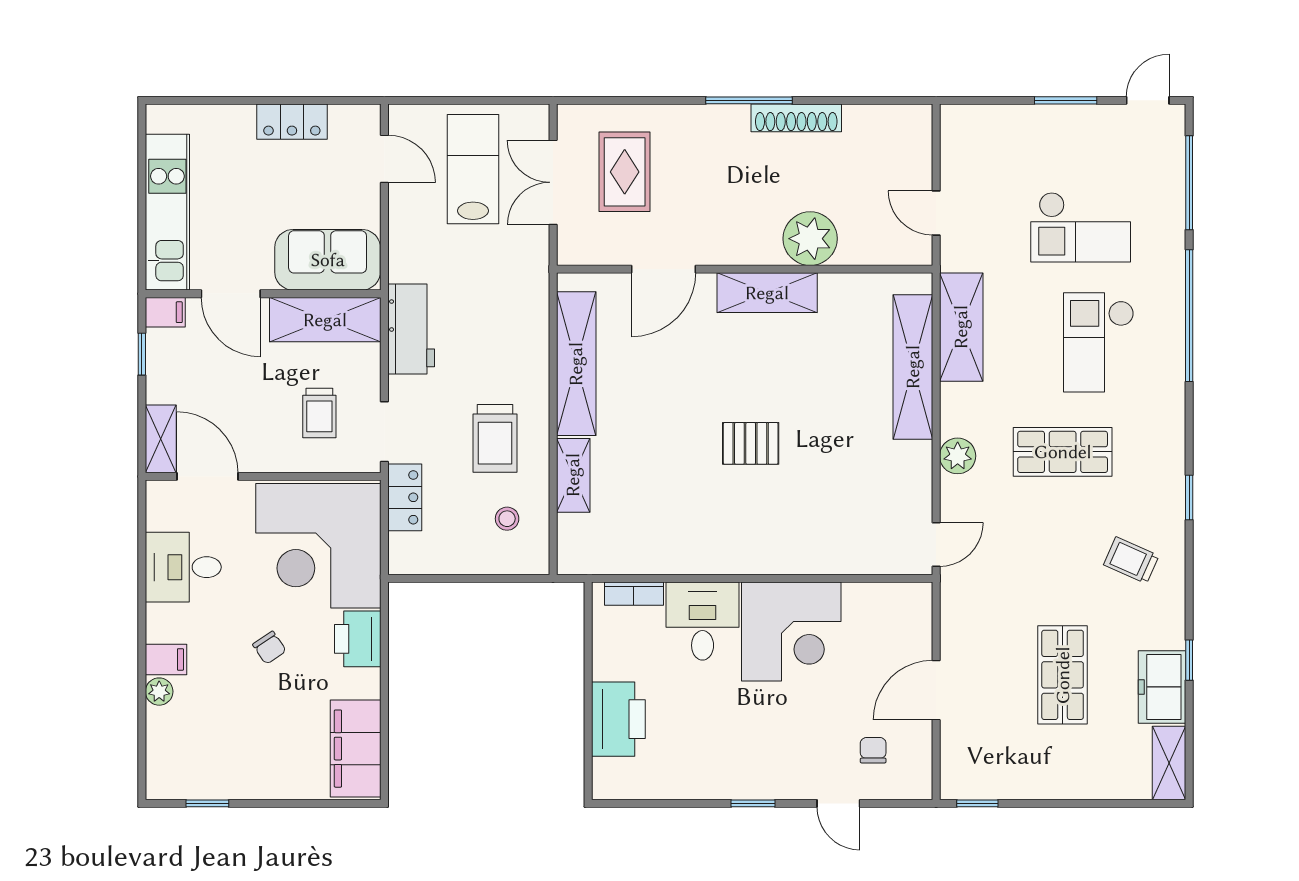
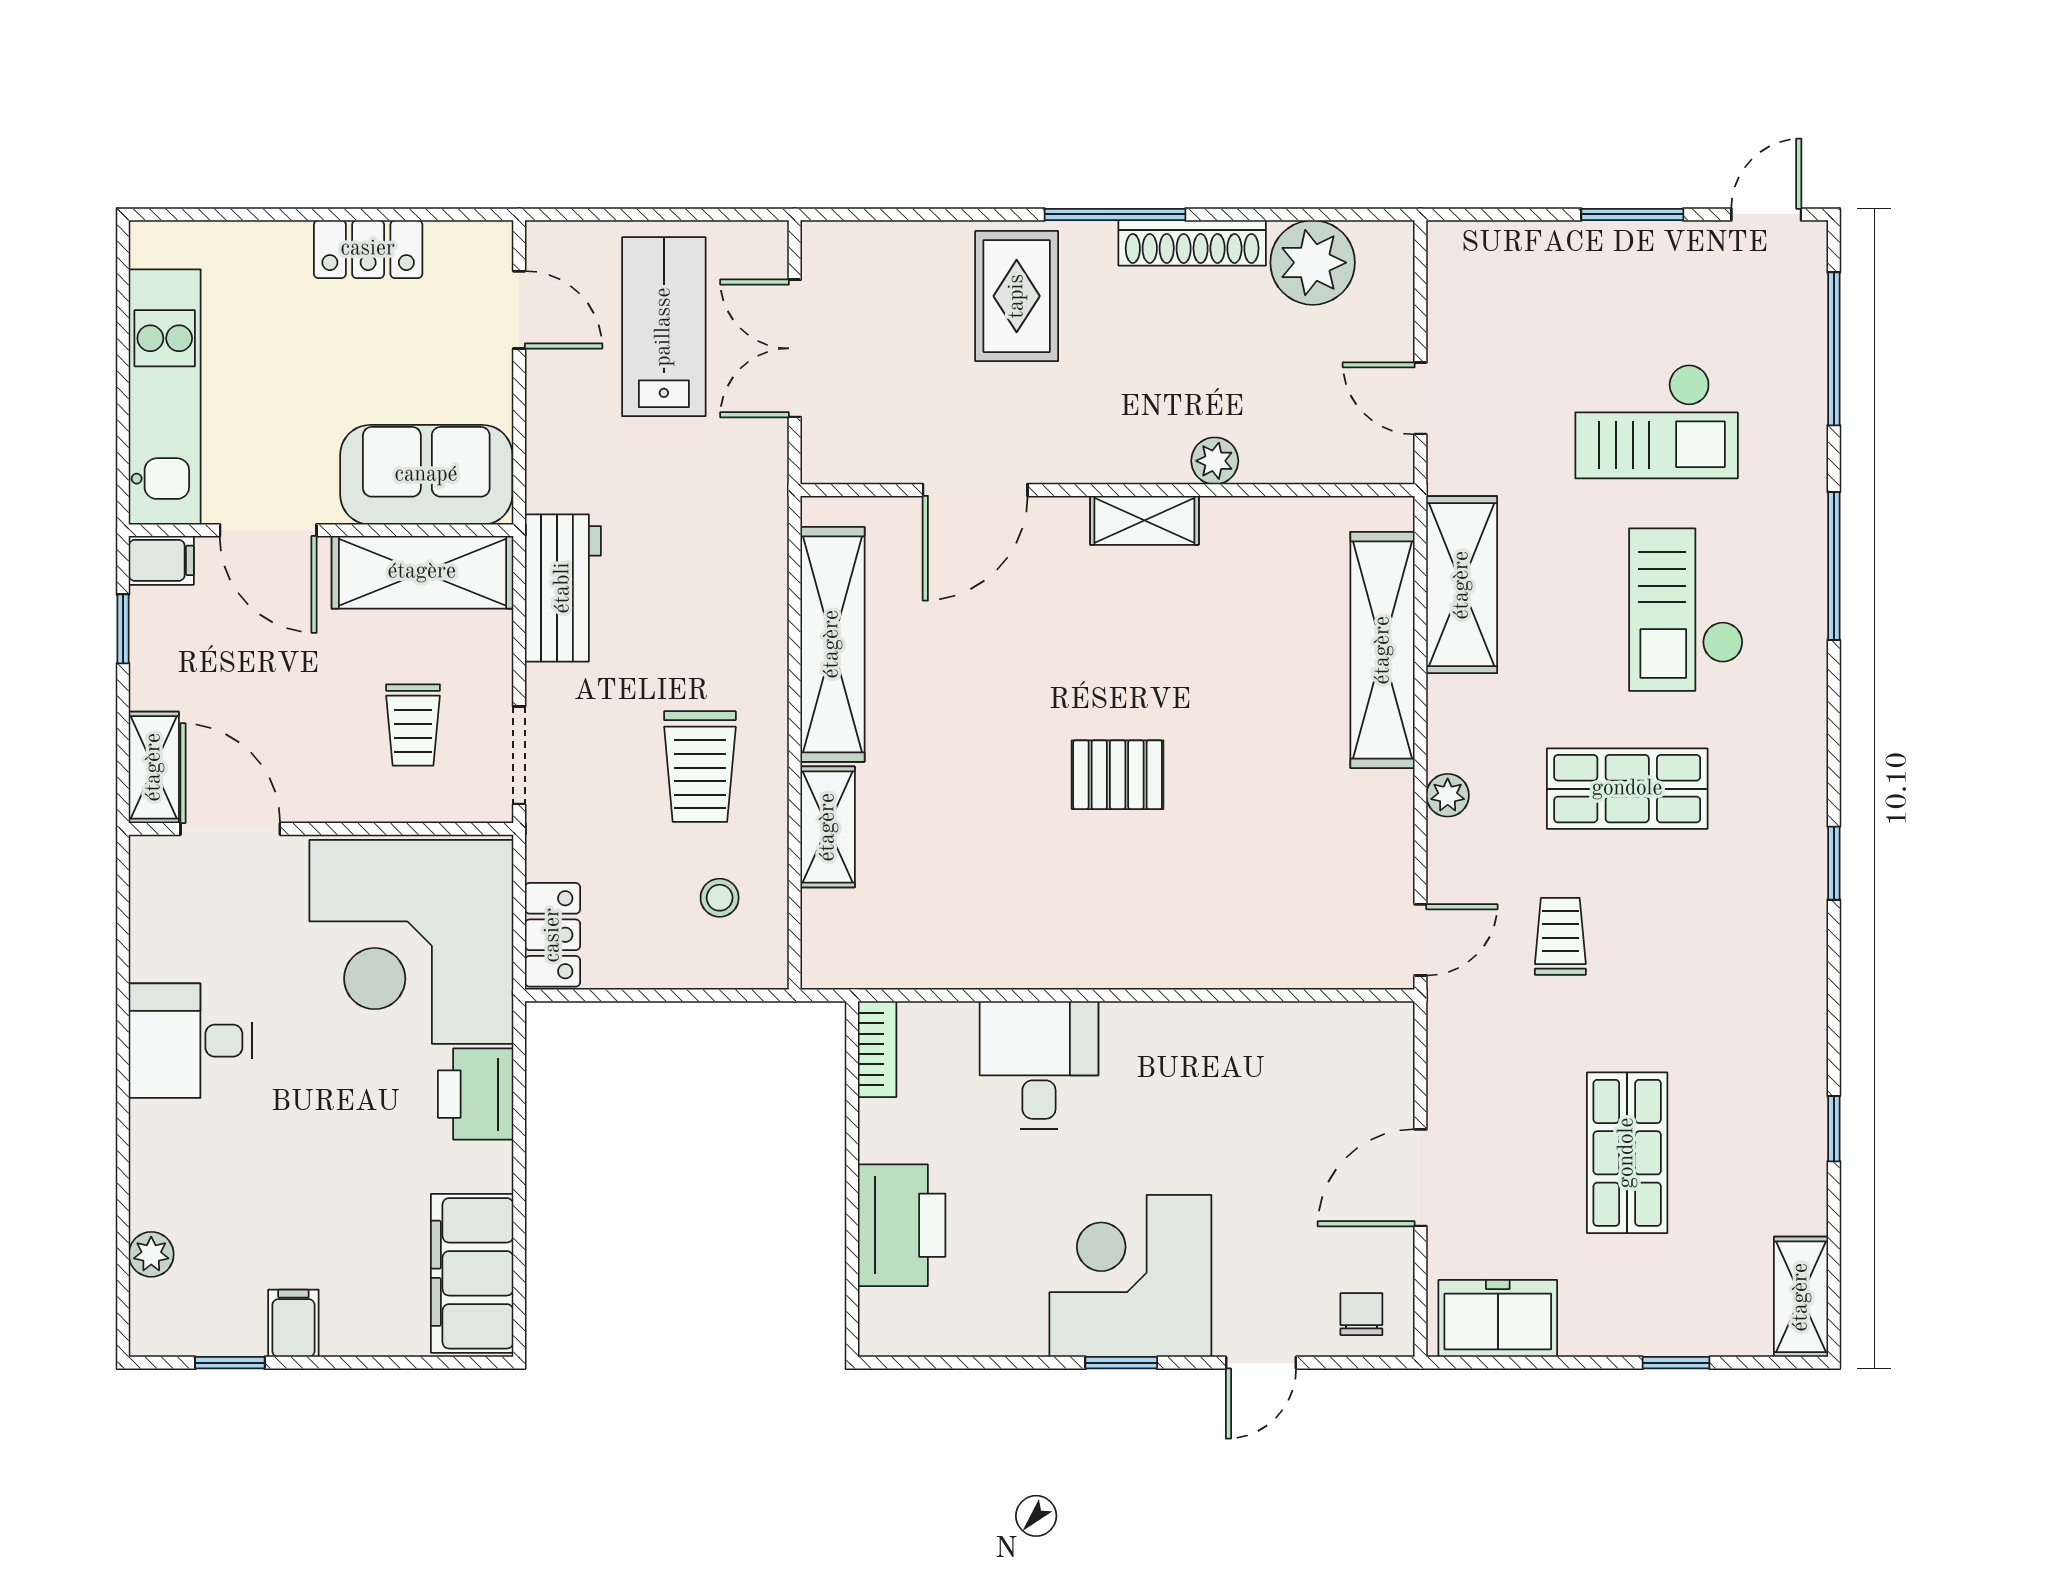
plant: (870, 130) -> (1313, 263), added
rug: (625, 172) -> (1017, 296), moved
plant: (810, 239) -> (1215, 461), width x0.53, depth x0.53
shelving: (767, 293) -> (1144, 520), width x0.67, depth x0.75
window: (1189, 316) -> (1834, 566), width x0.68
plant: (958, 456) -> (1448, 795), width x0.73, depth x0.73
locker: (405, 497) -> (553, 935), moved
trolley: (1131, 560) -> (1560, 936), moved, turned 66
desk: (183, 567) -> (191, 1041), moved
bookcase: (634, 594) -> (877, 1049), moved, turned -90
corner desk: (791, 632) -> (1130, 1276), moved, turned 180
chair: (269, 648) -> (331, 1109), removed
filing cabinet: (166, 659) -> (293, 1323), moved, turned -90
freezer: (1162, 687) -> (1498, 1318), moved, turned 90
plant: (159, 692) -> (151, 1254), moved
chair: (873, 750) -> (1361, 1314), moved
door: (838, 803) -> (1261, 1363), hinge flipped
window: (977, 803) -> (1676, 1363), moved

